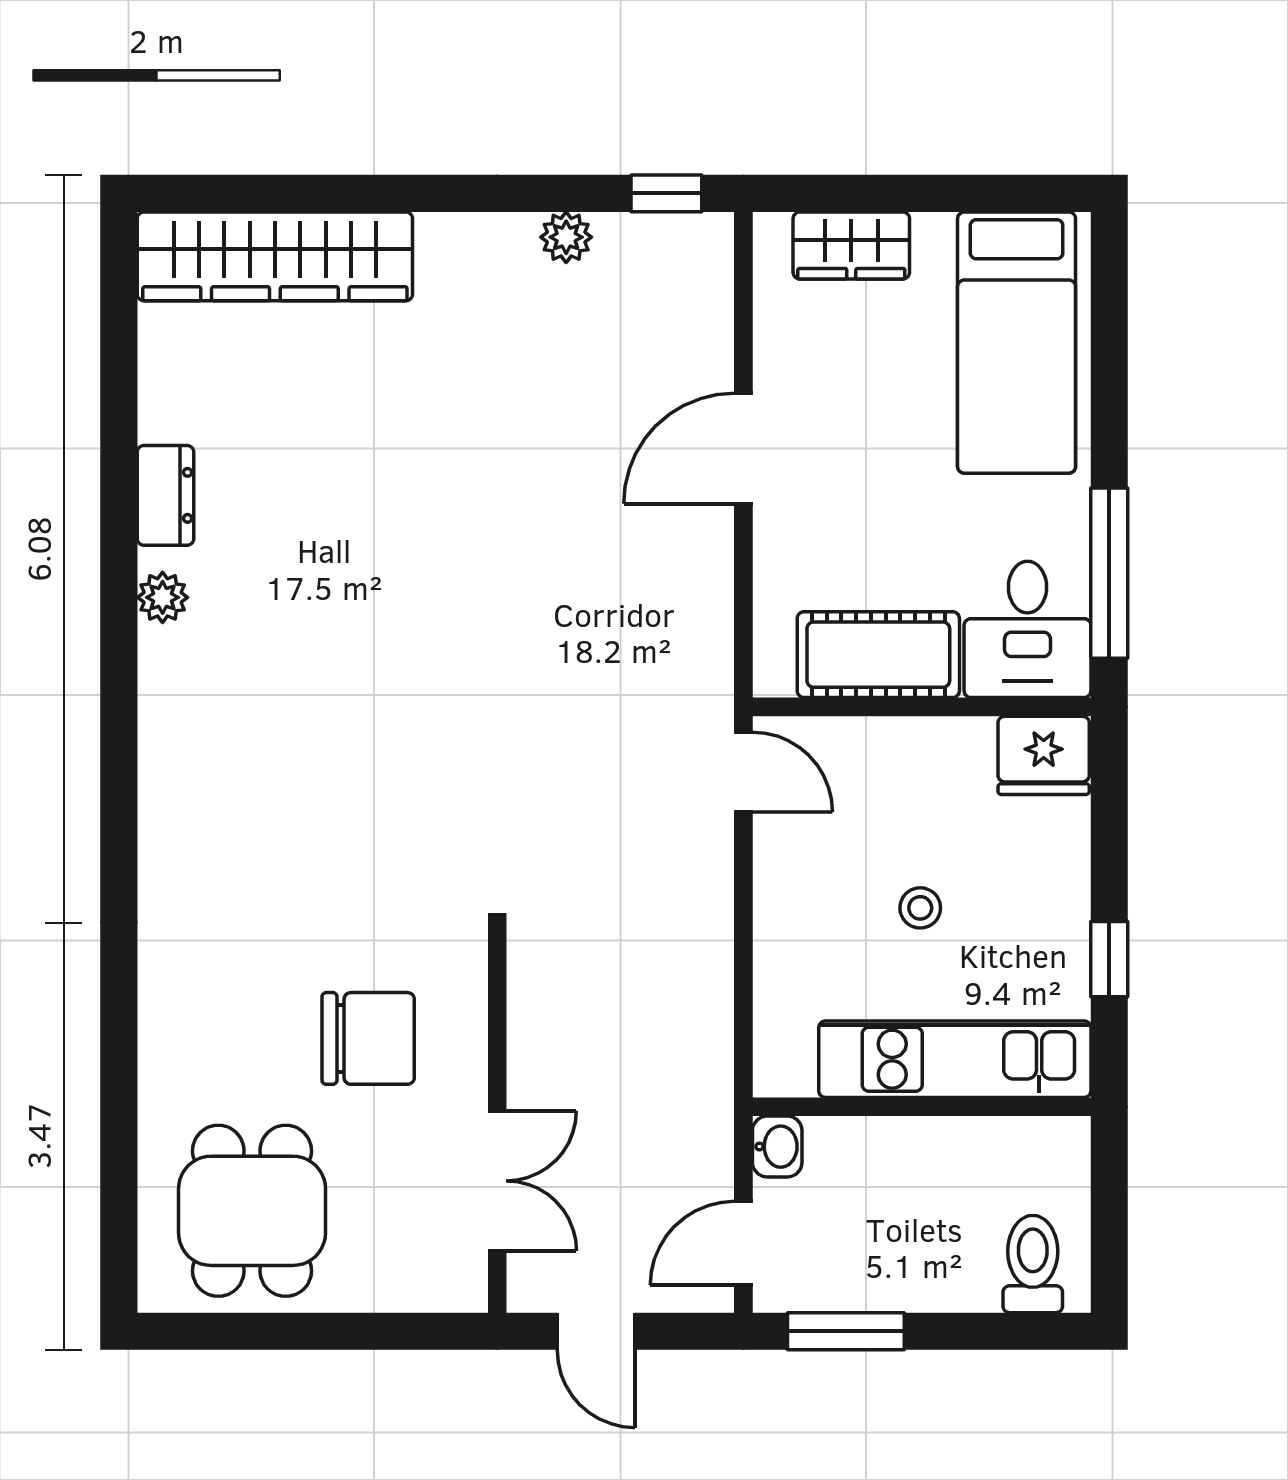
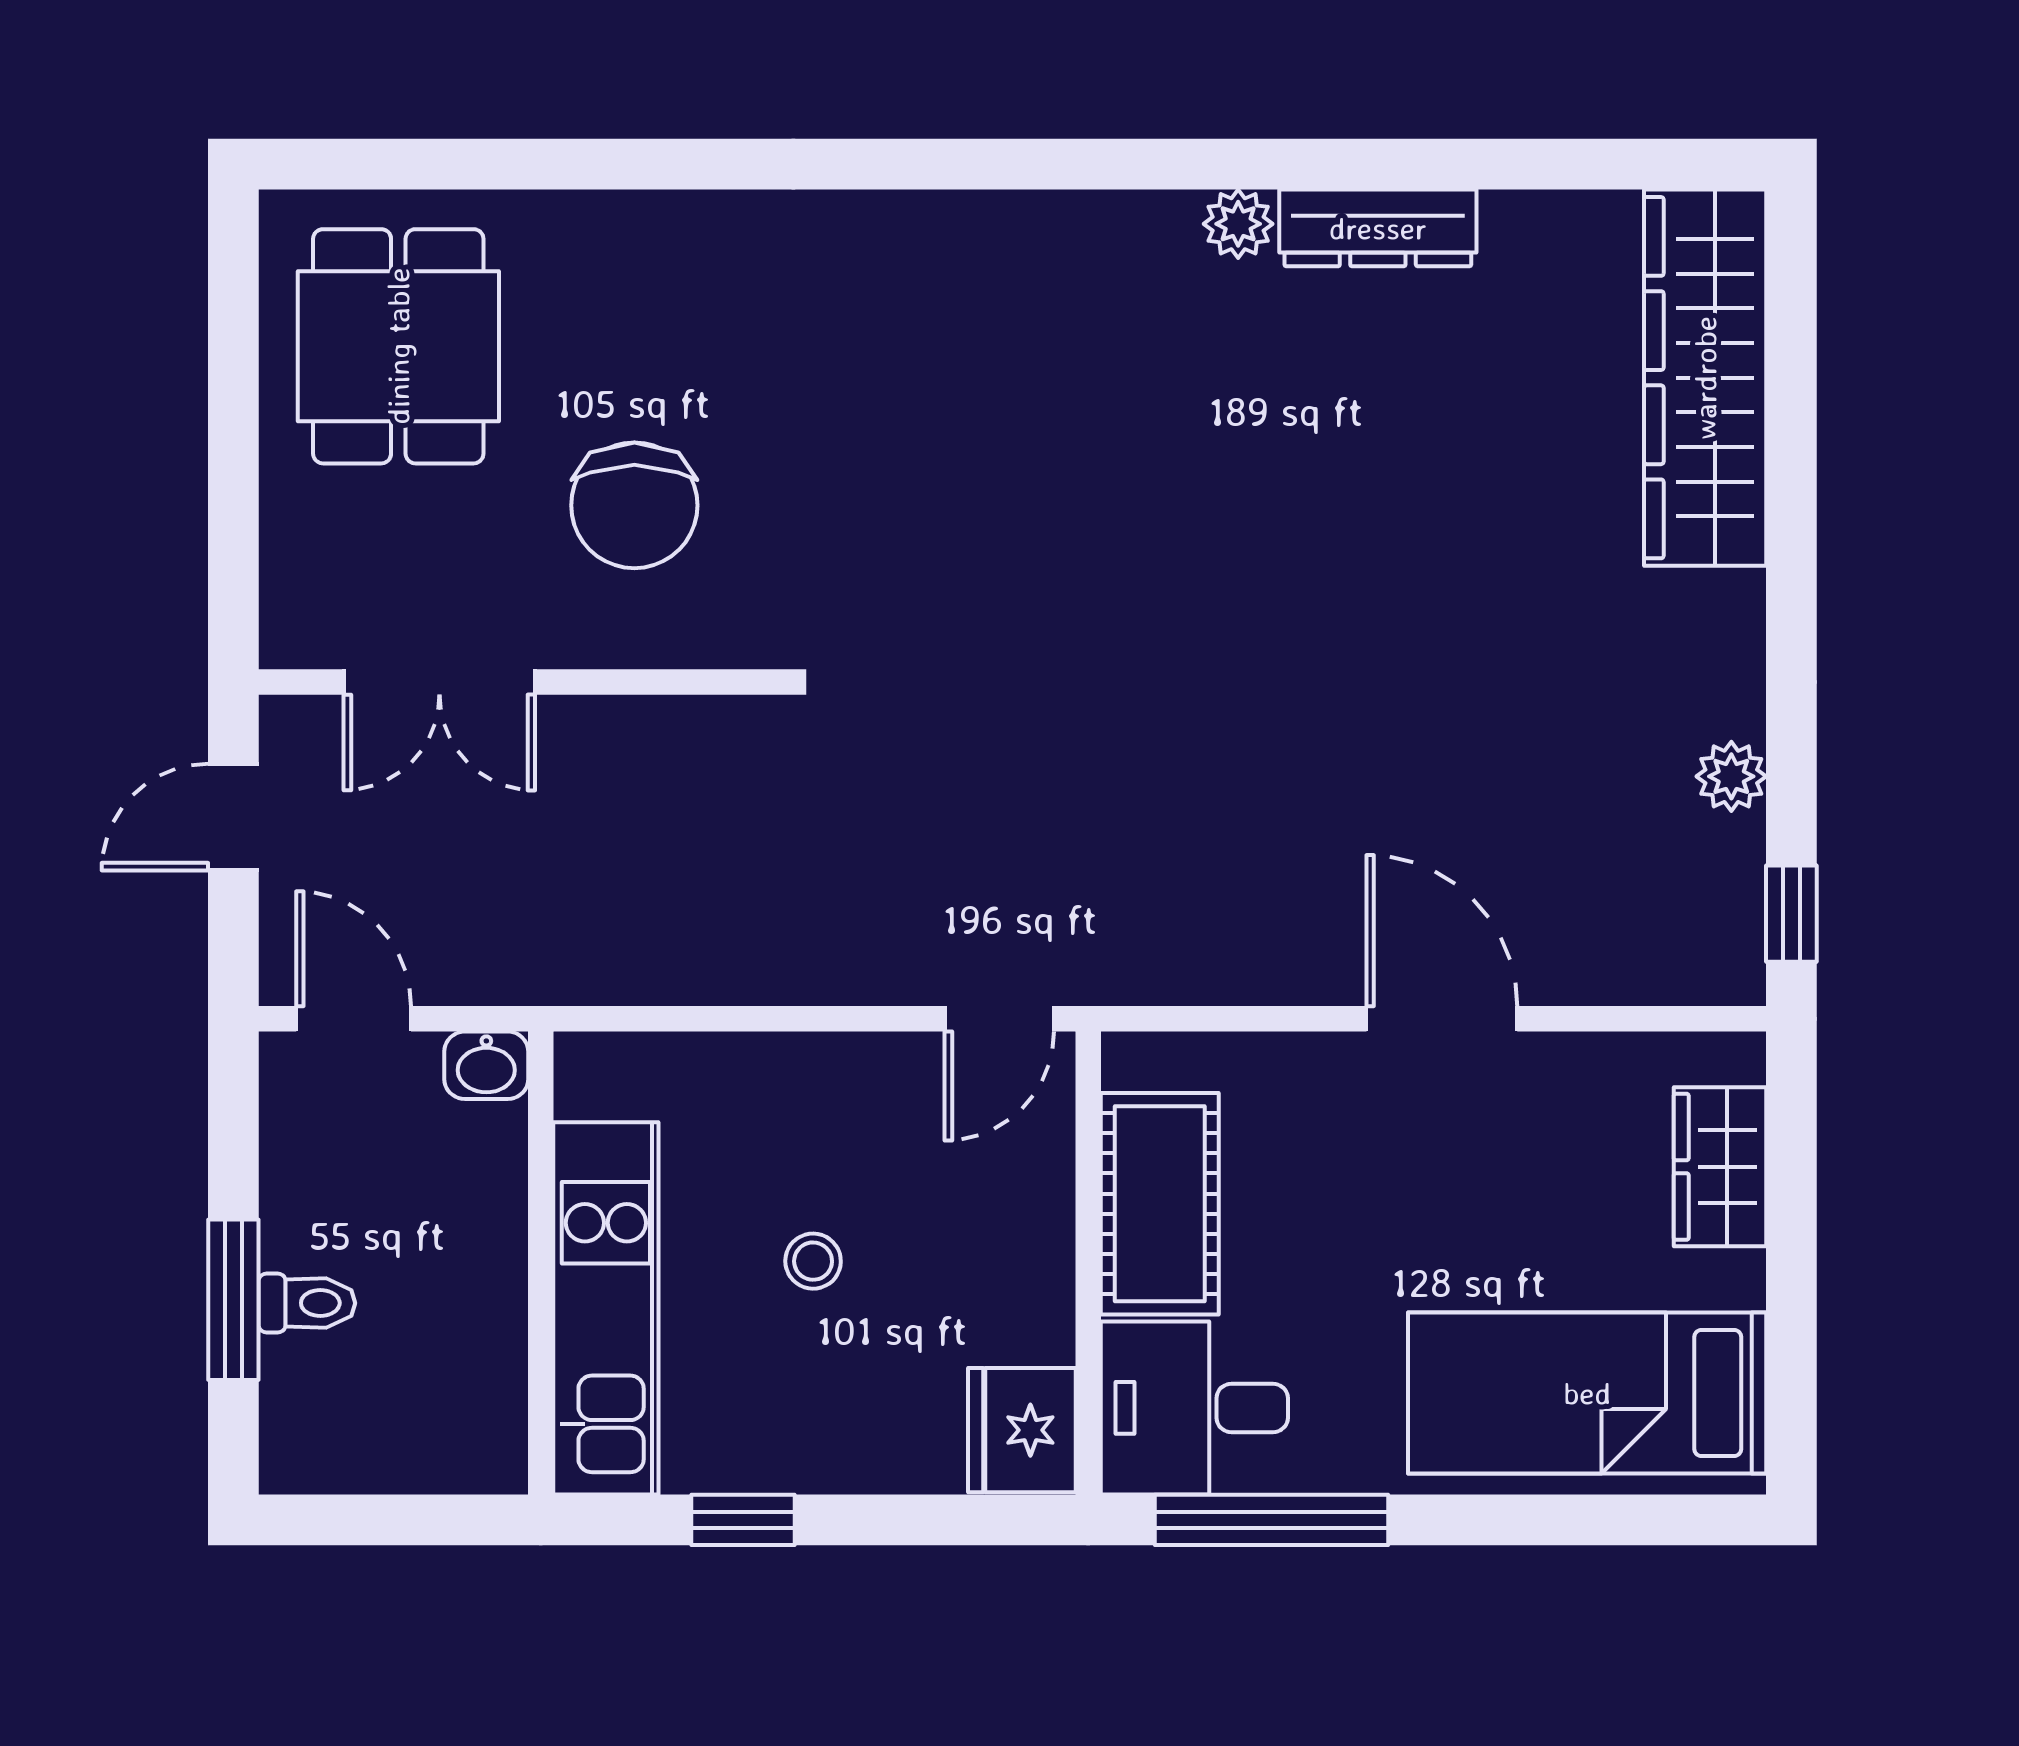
dresser: (166, 495) -> (1378, 228), width x1.44
dining table: (252, 1211) -> (398, 346), turned 90
toilet: (1033, 1264) -> (307, 1303), moved, width x0.73, depth x0.72
window: (846, 1331) -> (233, 1300), moved

